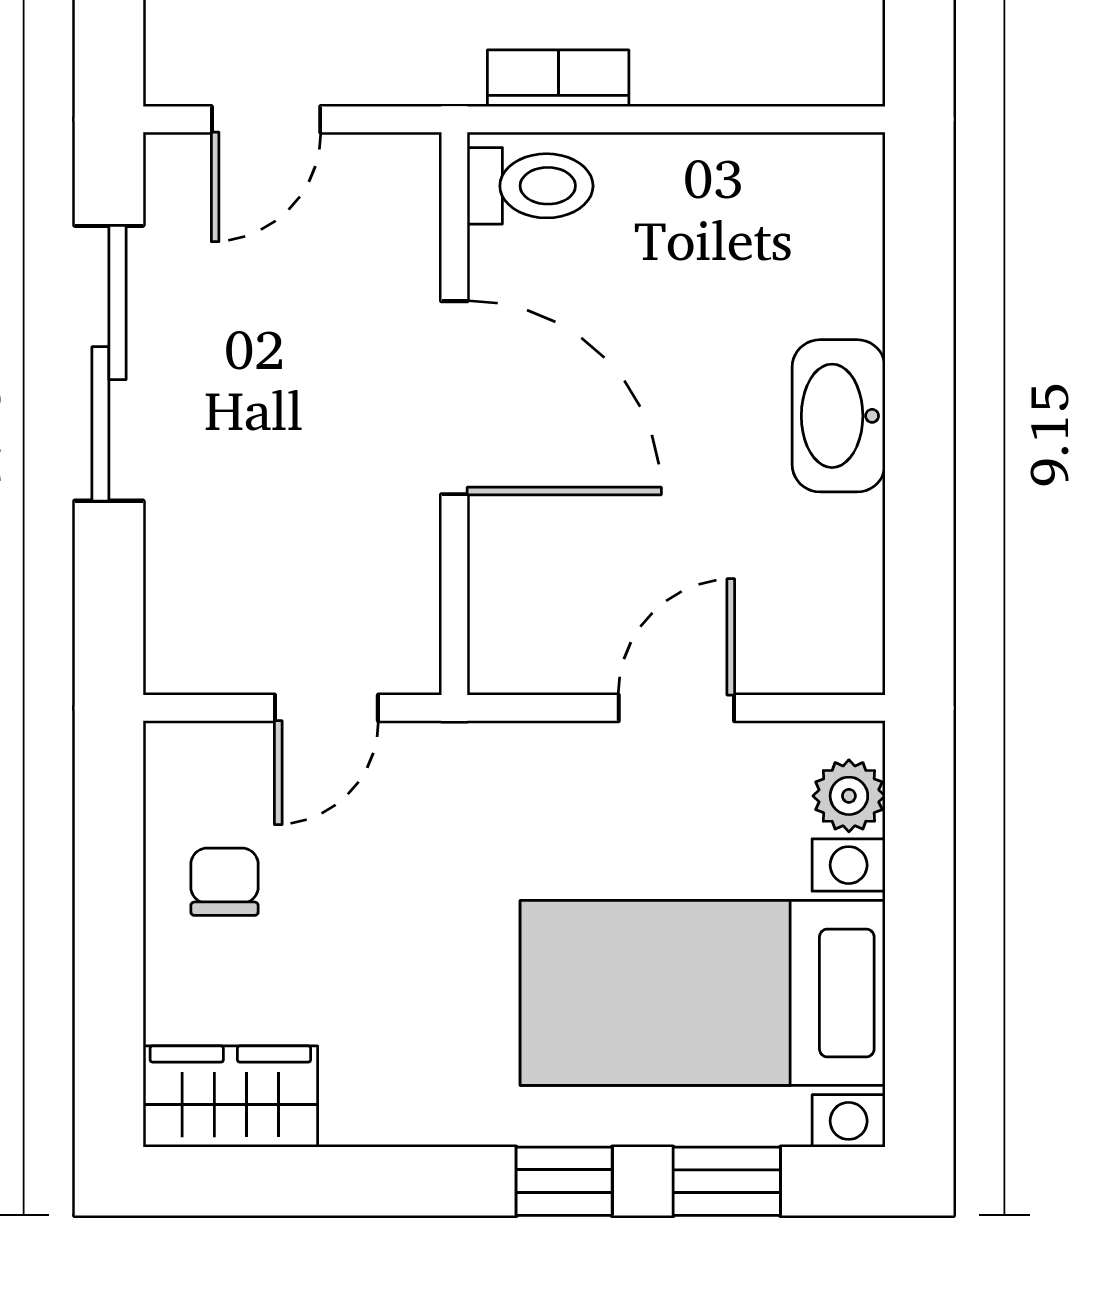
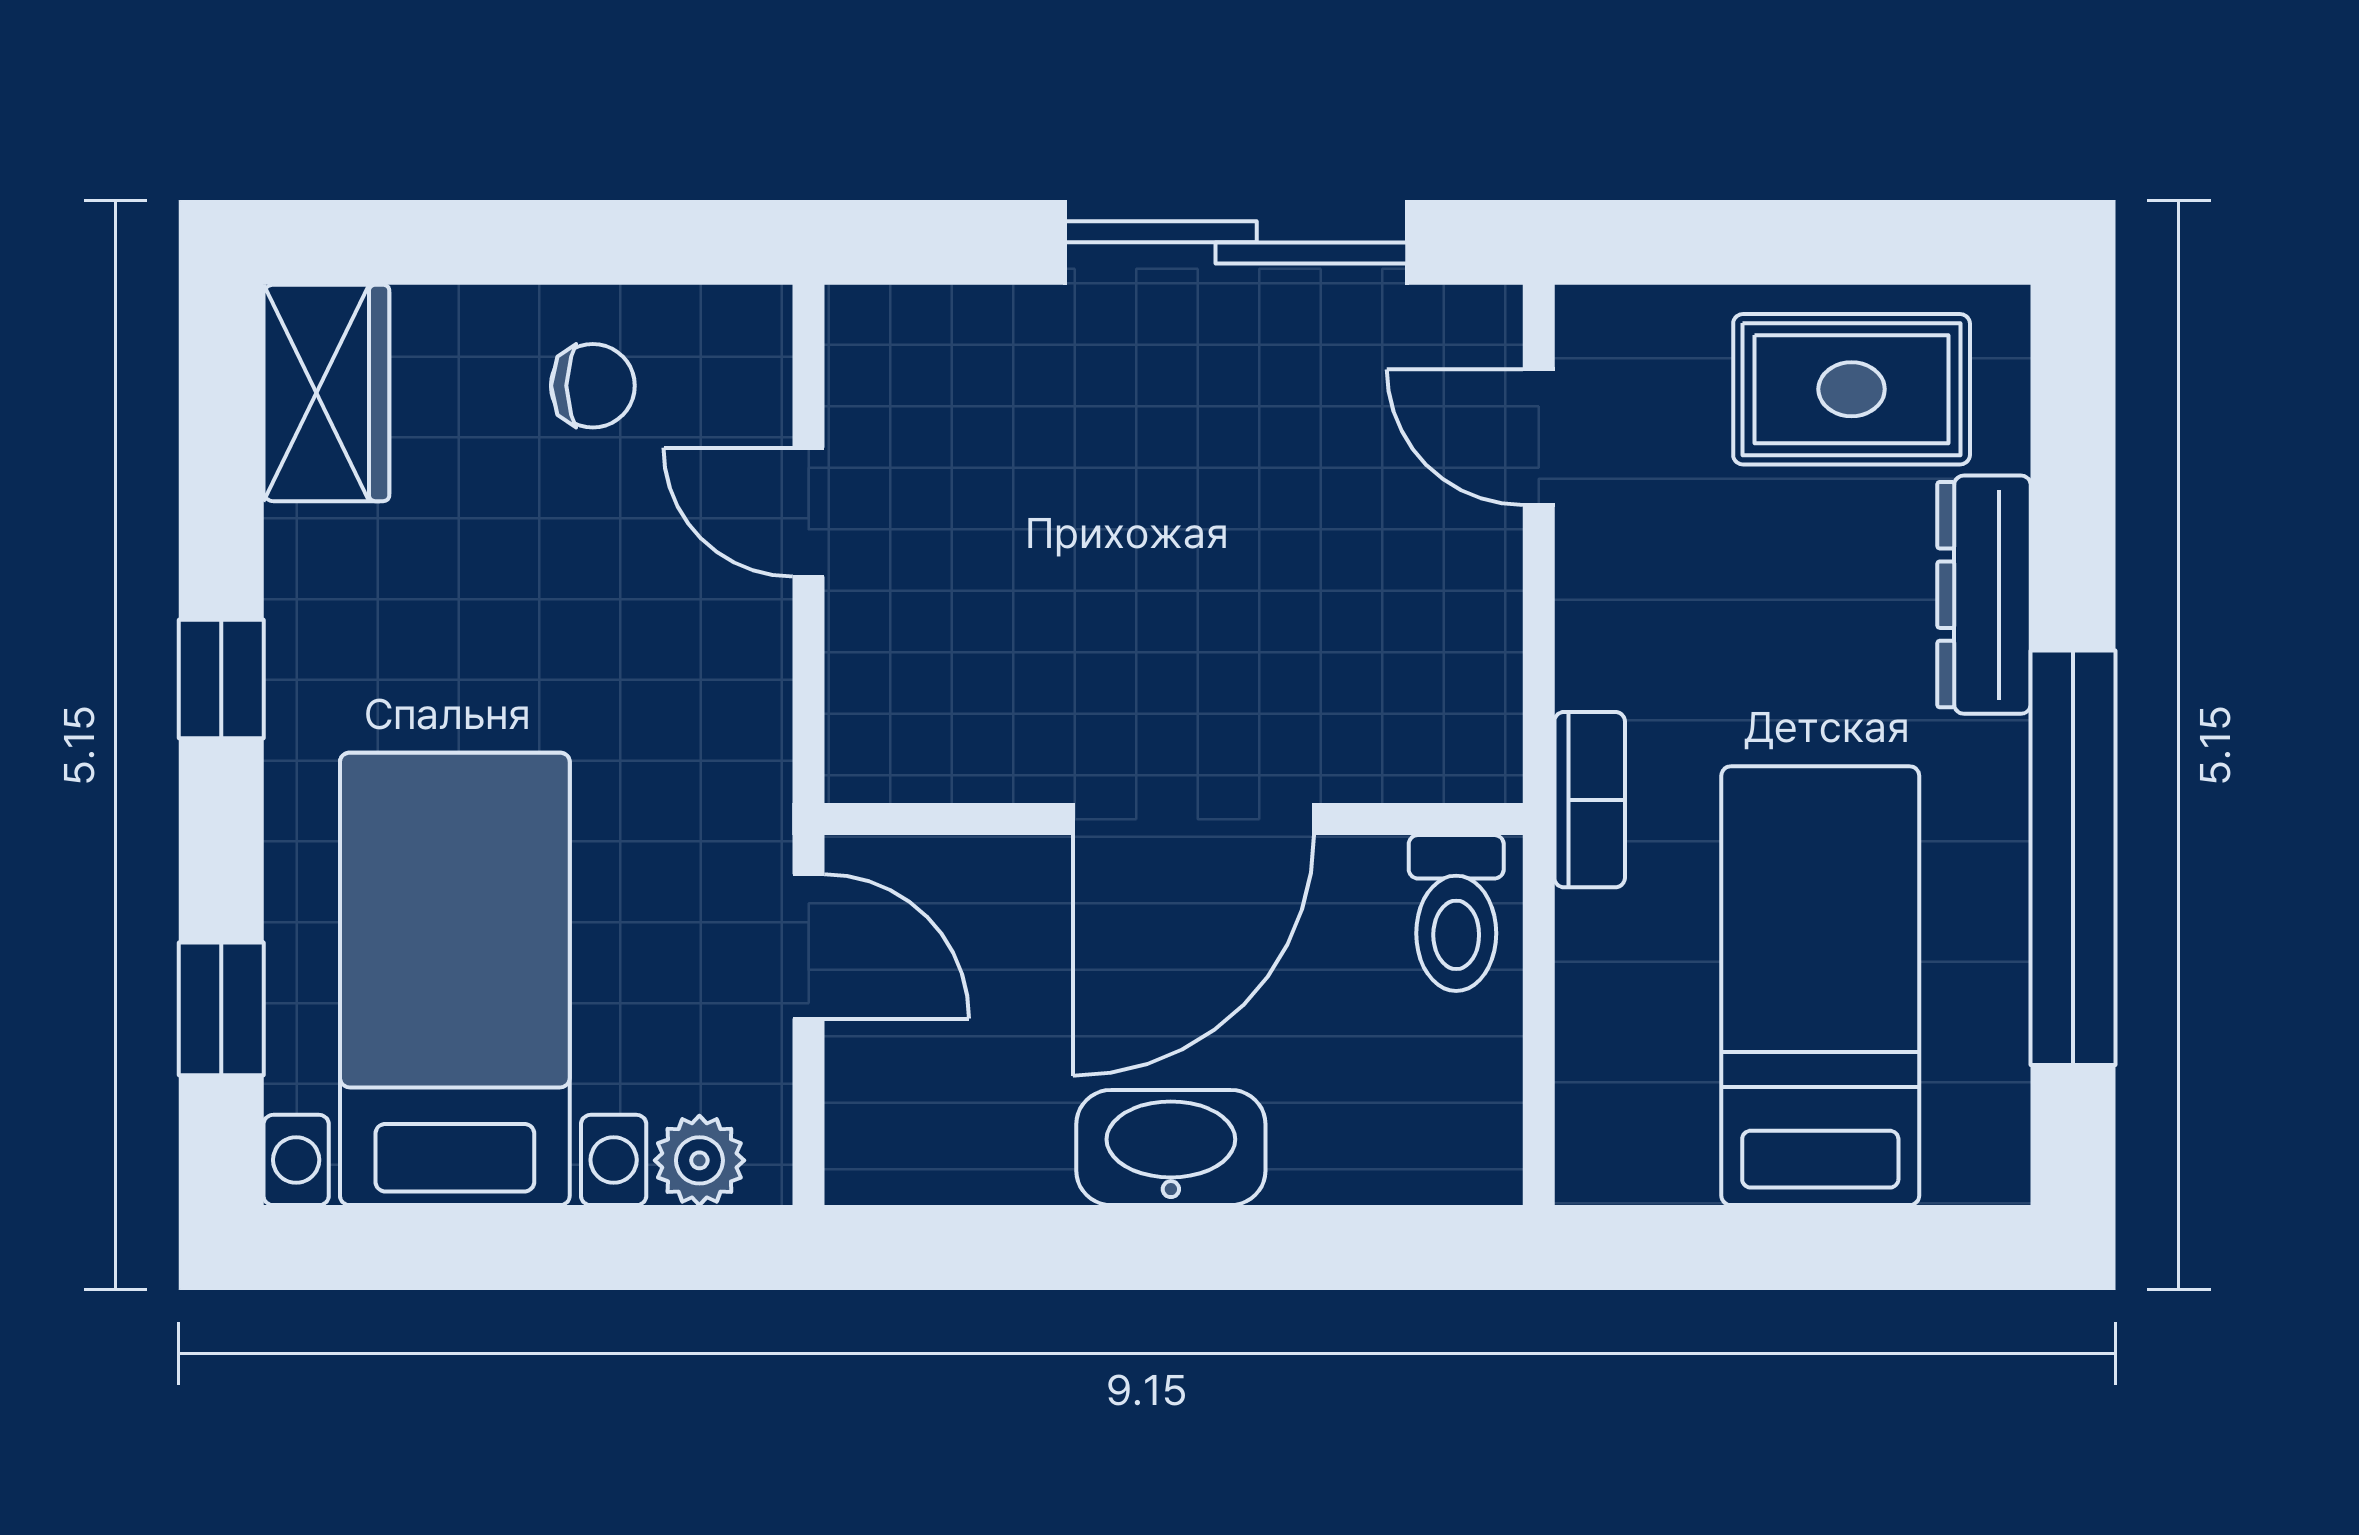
toilet: (530, 186) -> (1456, 913), moved
door: (454, 398) -> (1193, 819), moved
wall: (454, 414) -> (1174, 819), moved
window: (564, 1181) -> (221, 679), moved

